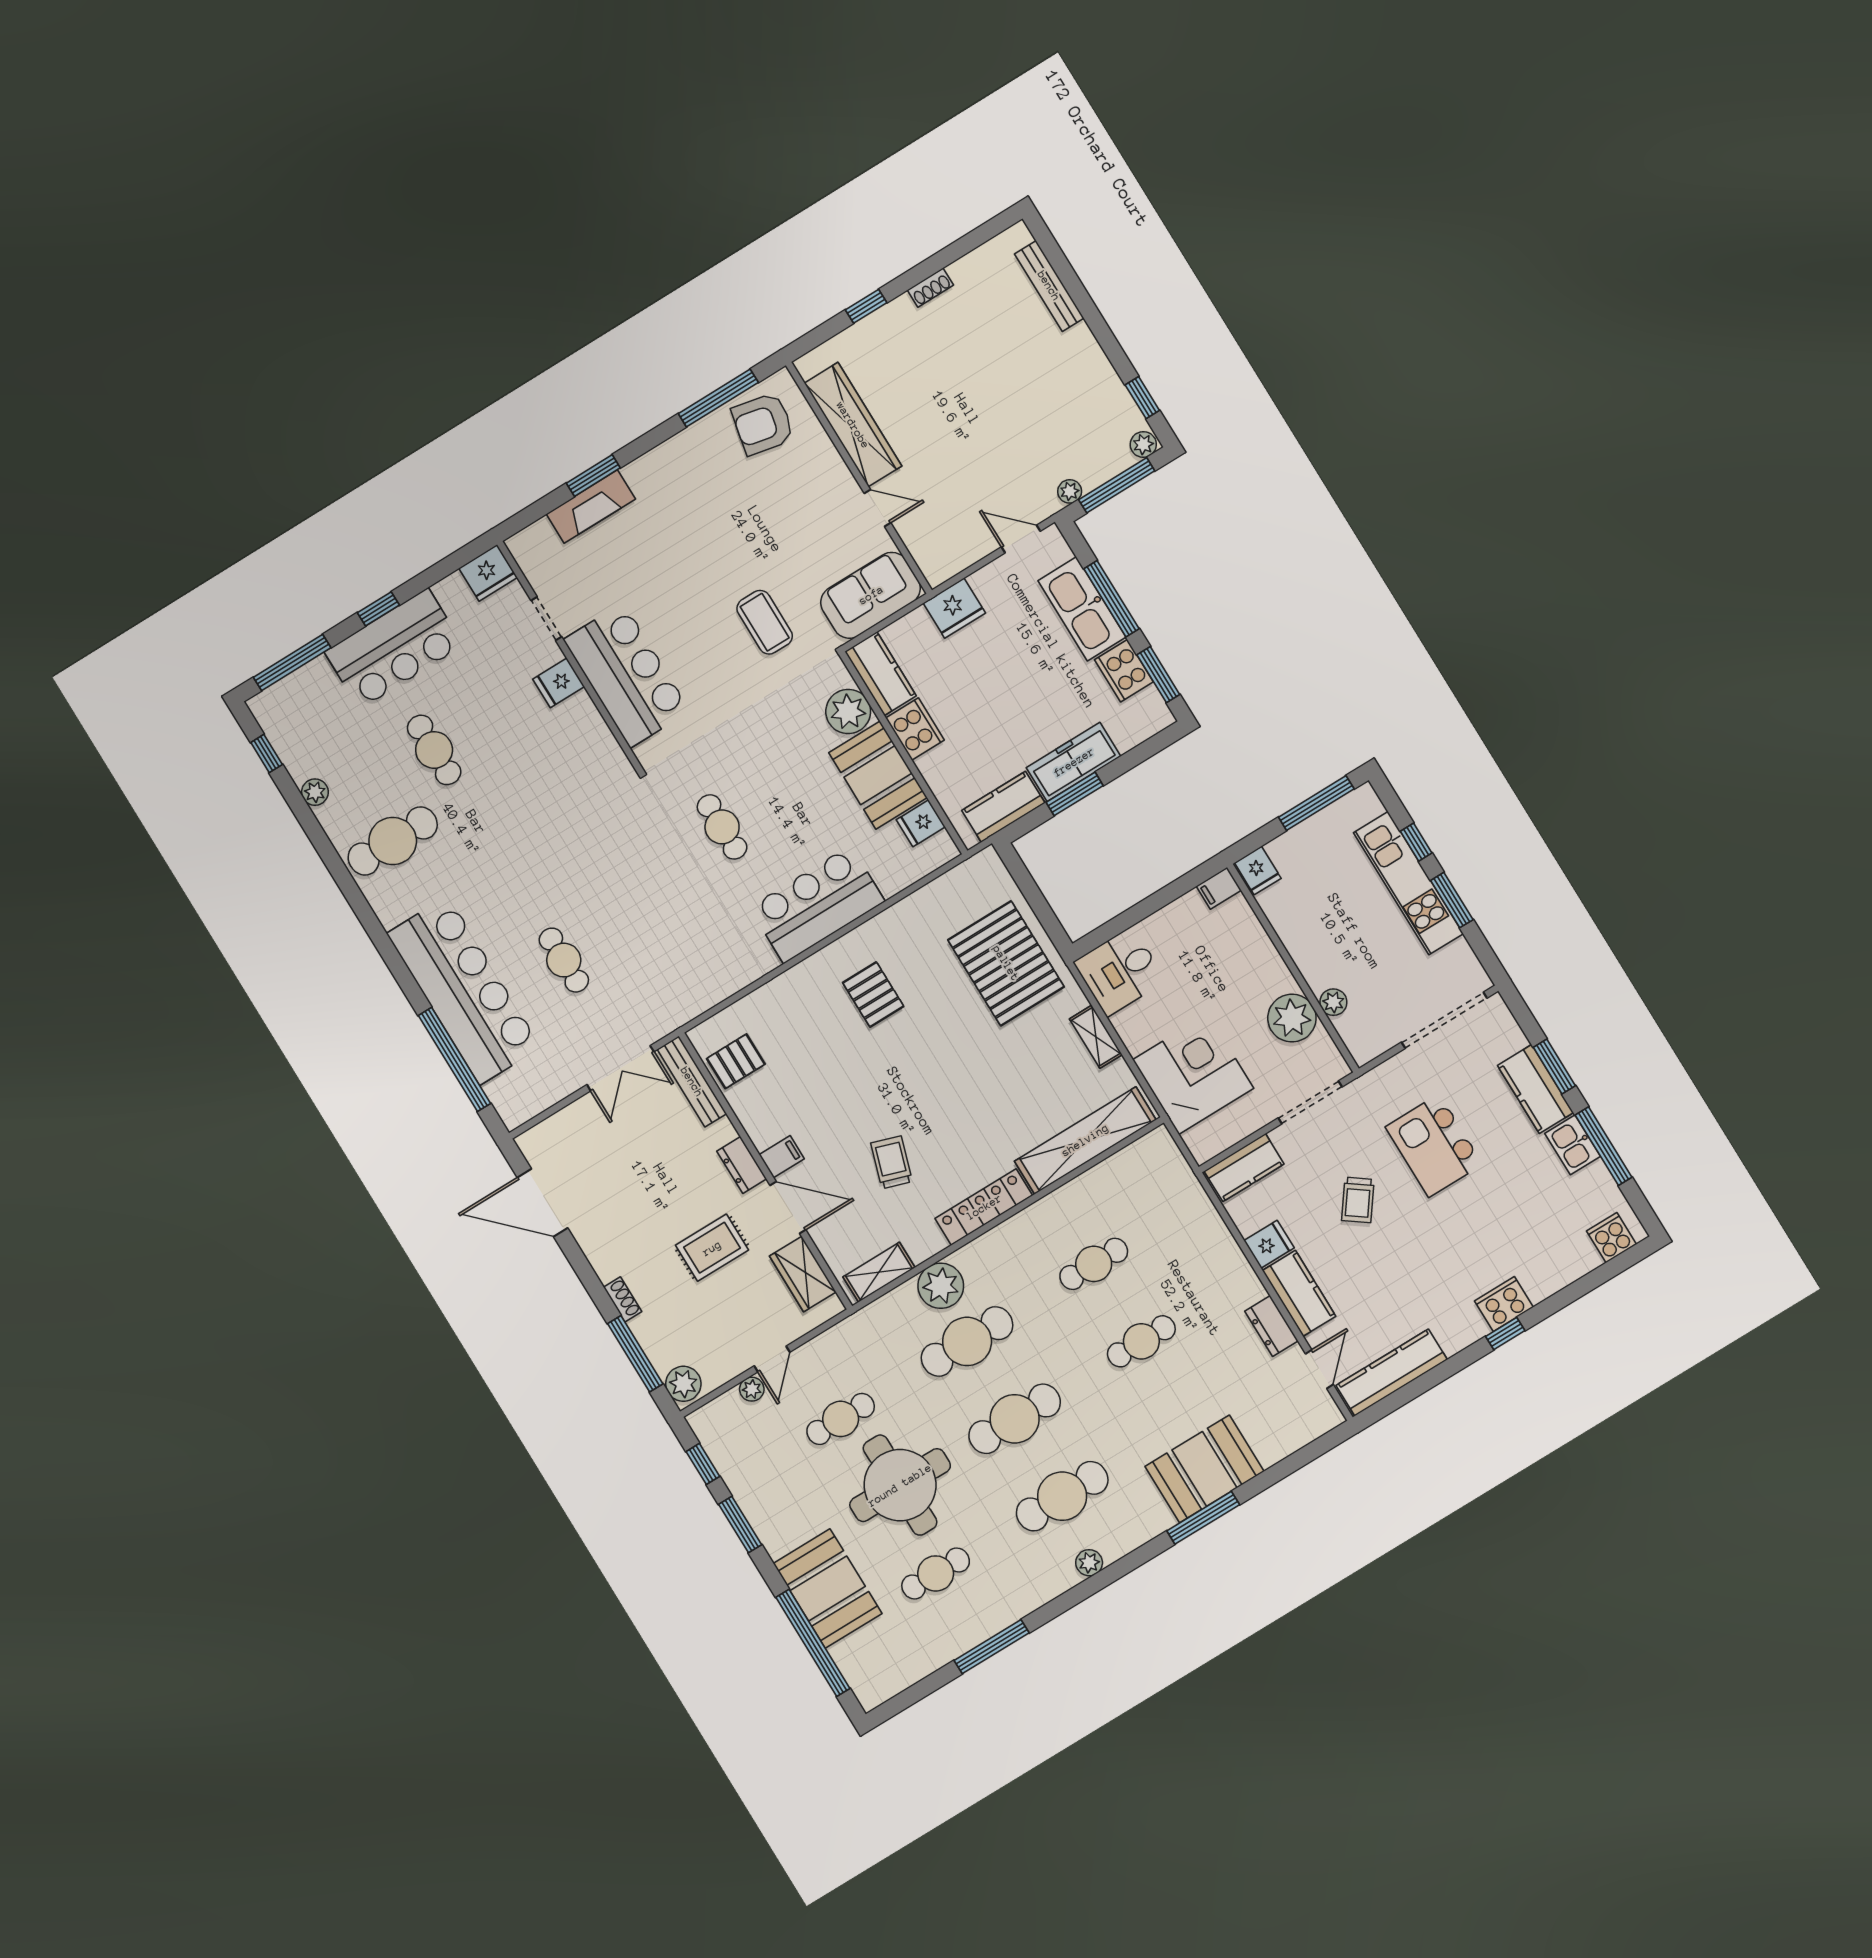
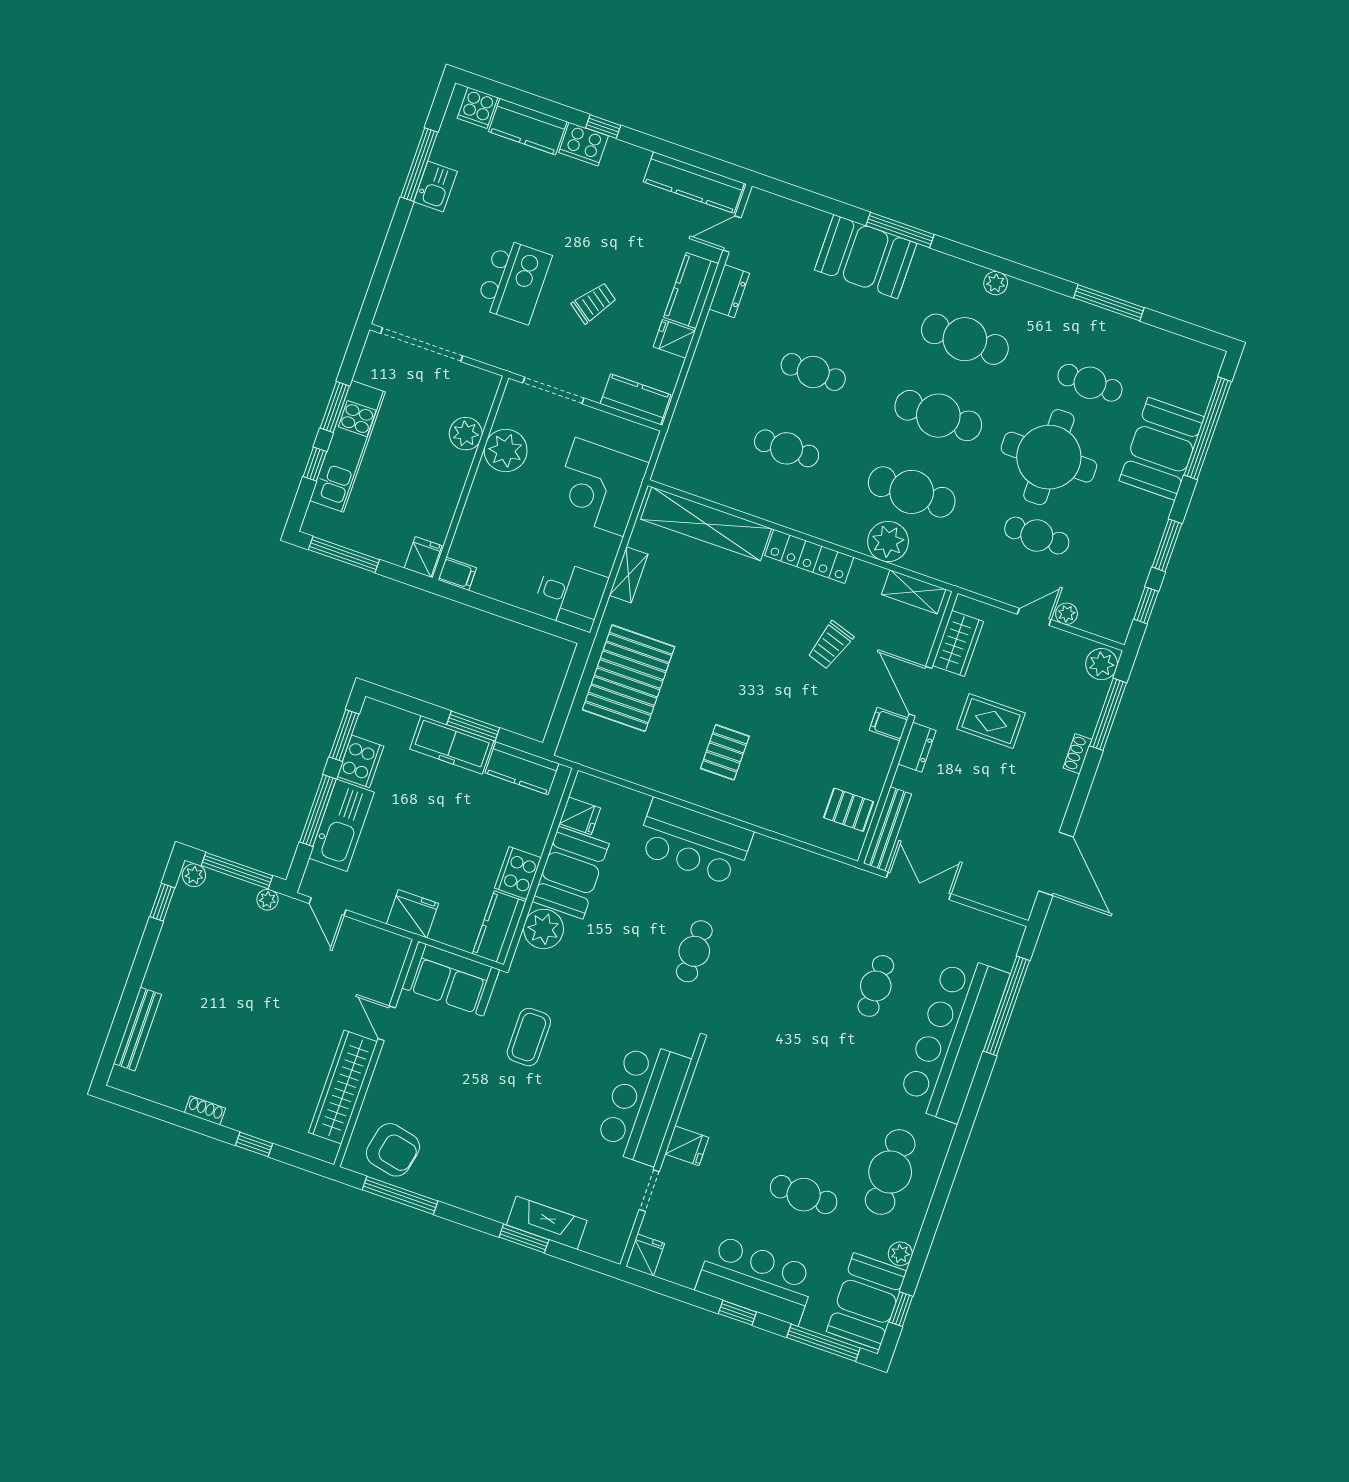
fridge: (488, 573) -> (645, 1255), width x0.72
booth: (298, 729) -> (866, 1301), added
cafe table: (434, 750) -> (804, 1195), turned 90
cafe table: (393, 841) -> (890, 1172), turned 90
plant: (1333, 1002) -> (466, 434), width x1.38, depth x1.38
window: (1554, 1066) -> (392, 243), removed
kitchen counter: (1536, 1089) -> (528, 127), moved, turned 90

